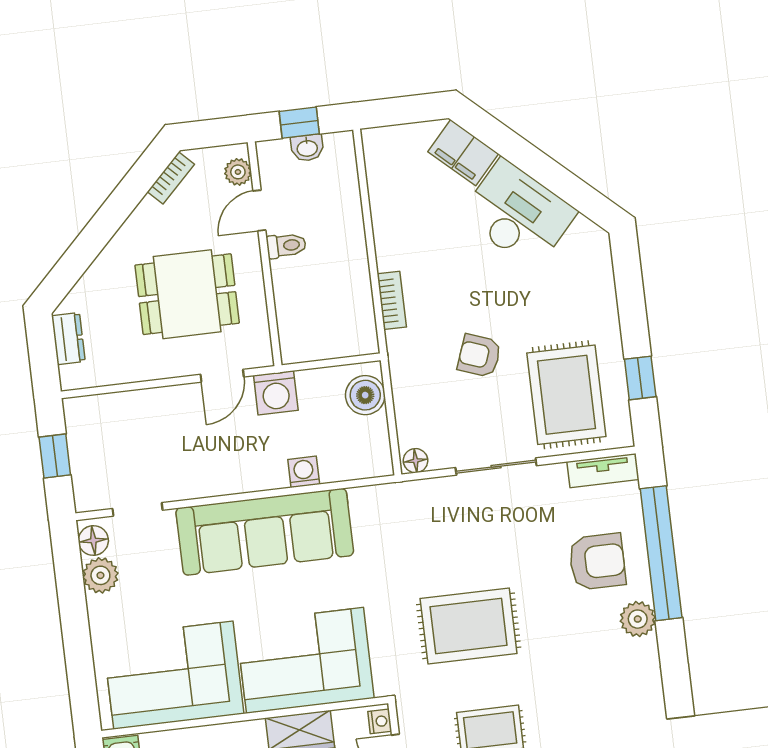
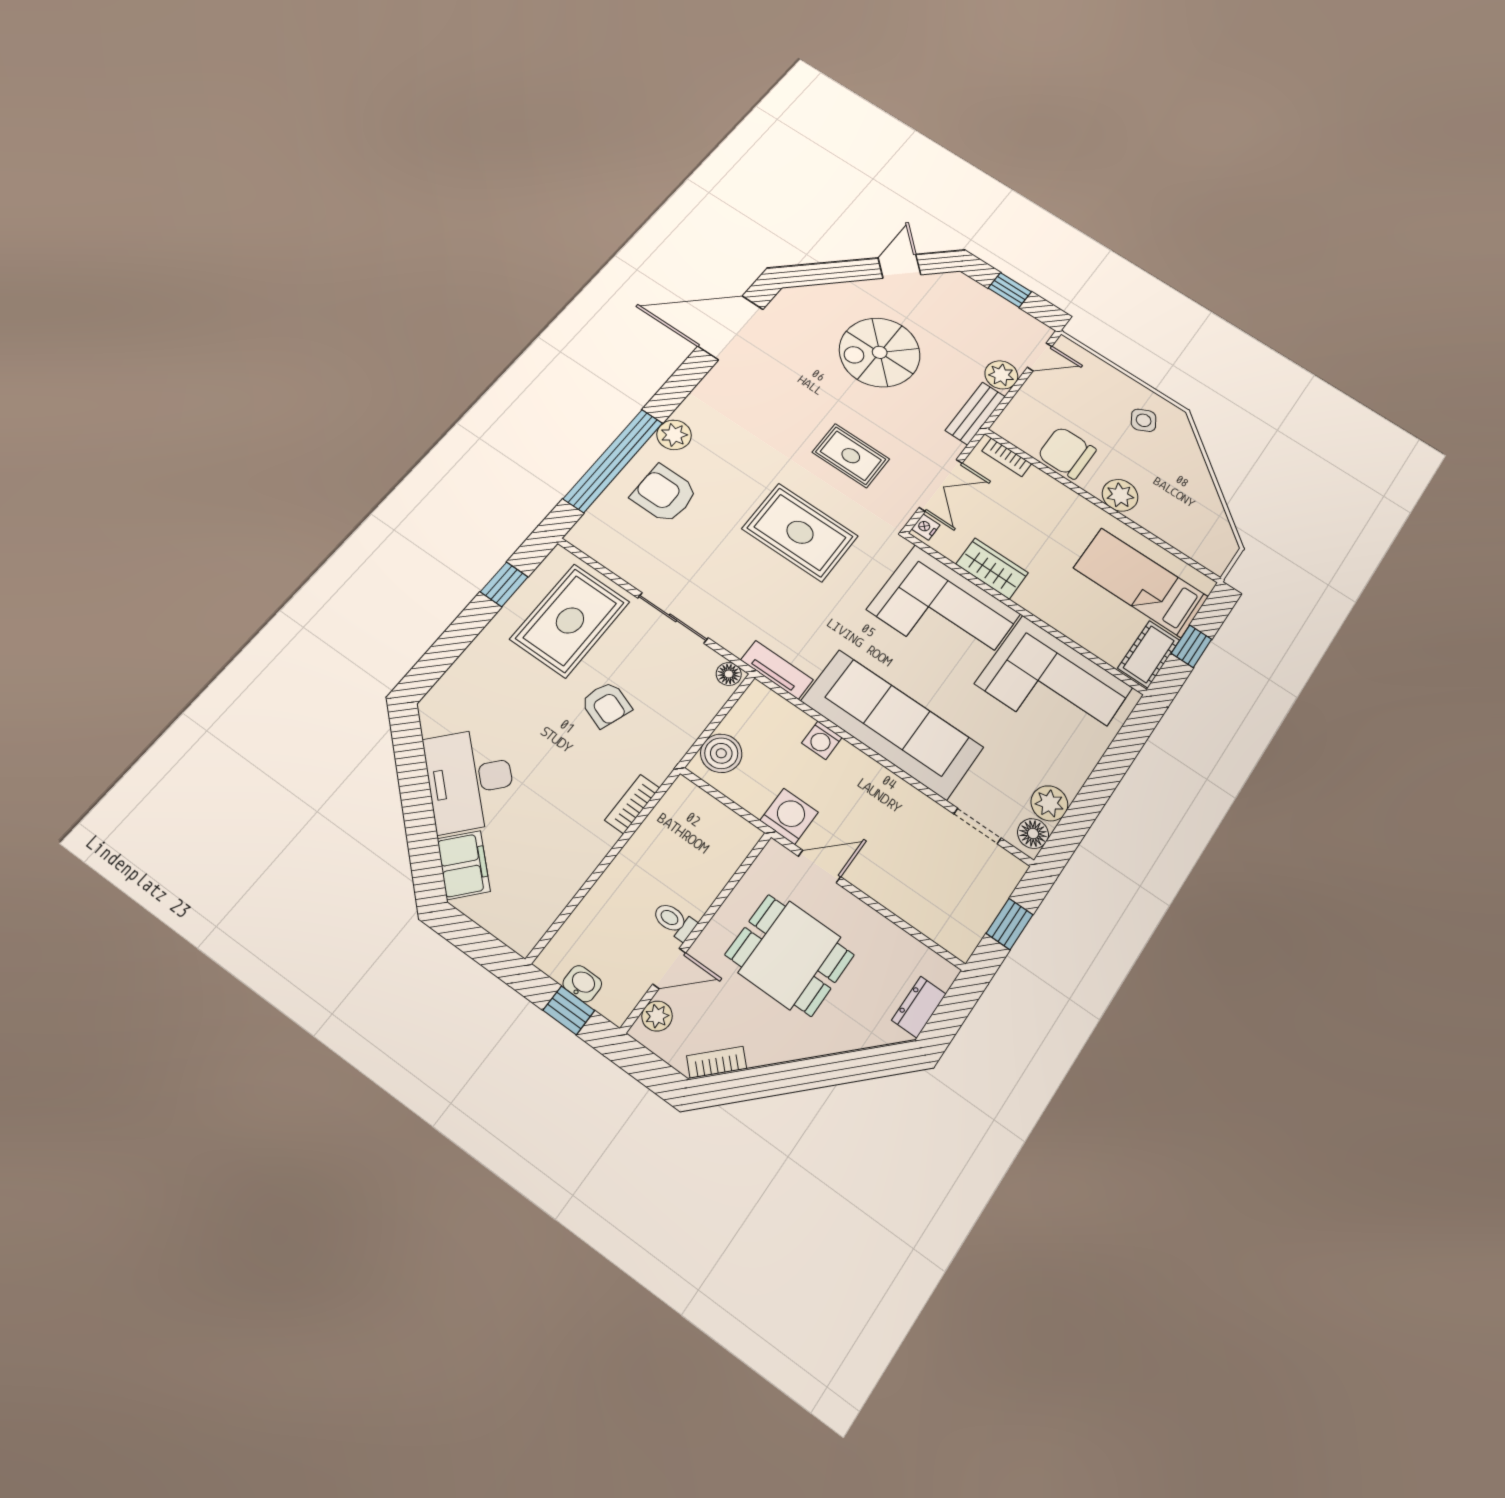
tv unit: (603, 471) -> (777, 670), moved

